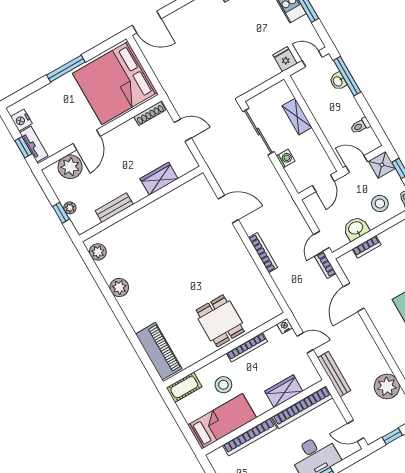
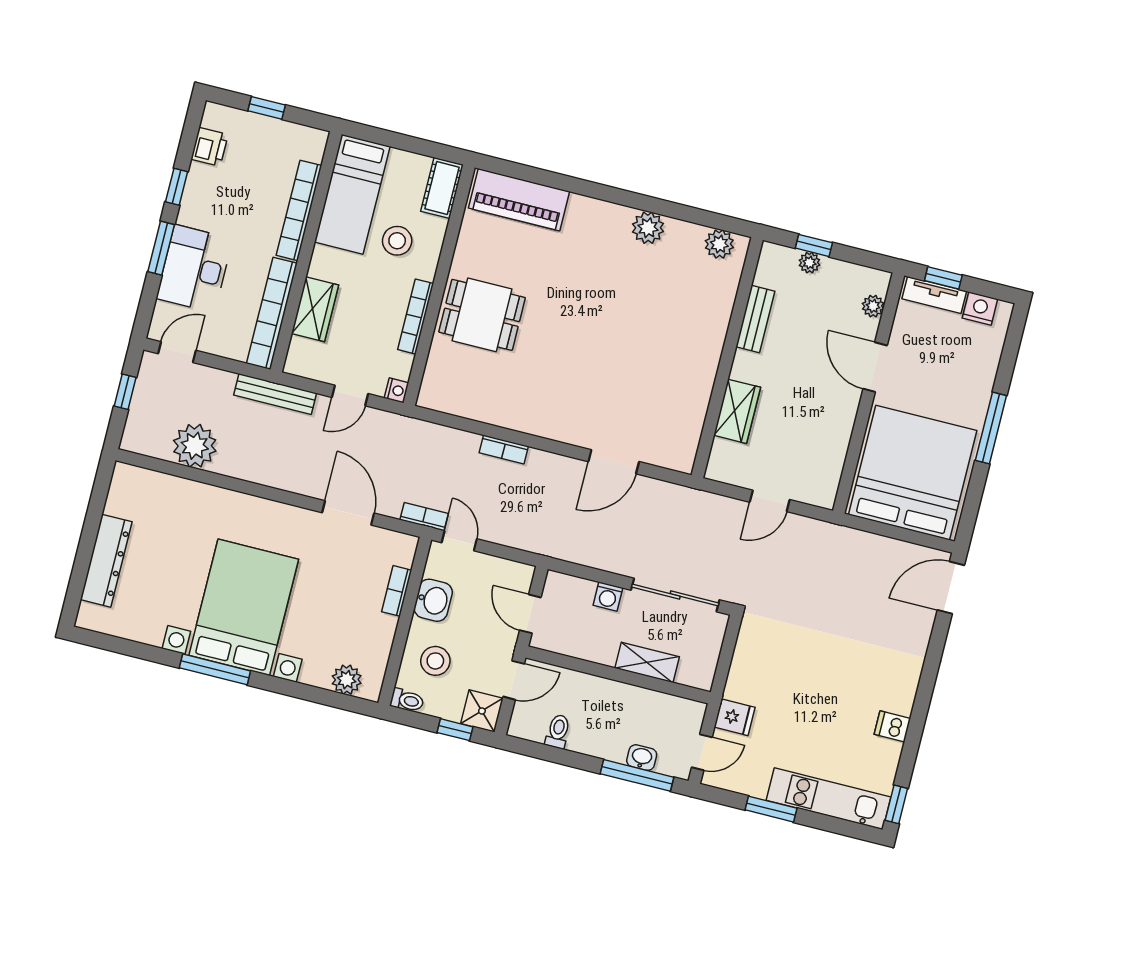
shoe rack: (150, 113) -> (831, 479), removed
plant: (70, 167) -> (873, 306), width x0.53, depth x0.53
bookcase: (263, 253) -> (504, 449), width x0.64

